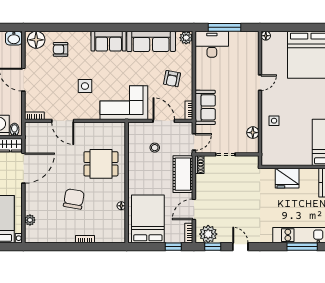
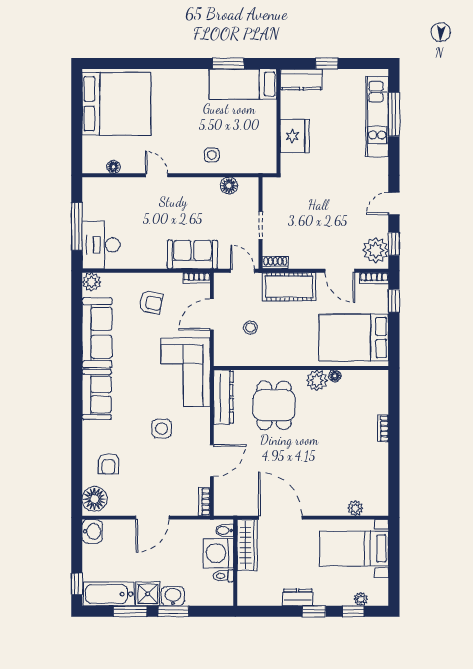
floor lamp: (266, 36) -> (113, 167), moved
dresser: (107, 129) -> (223, 397), added
plant: (118, 193) -> (317, 380), added
chair: (74, 199) -> (325, 445), removed

